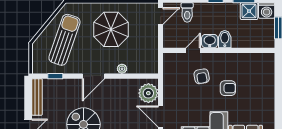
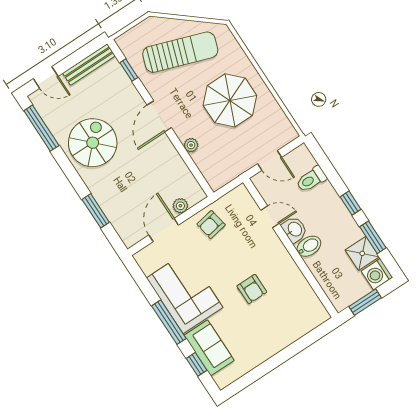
door: (161, 16) -> (270, 160), moved
door: (93, 76) -> (159, 116), hinge flipped
armchair: (202, 76) -> (211, 225), moved
plant: (148, 93) -> (180, 206), width x0.53, depth x0.53

